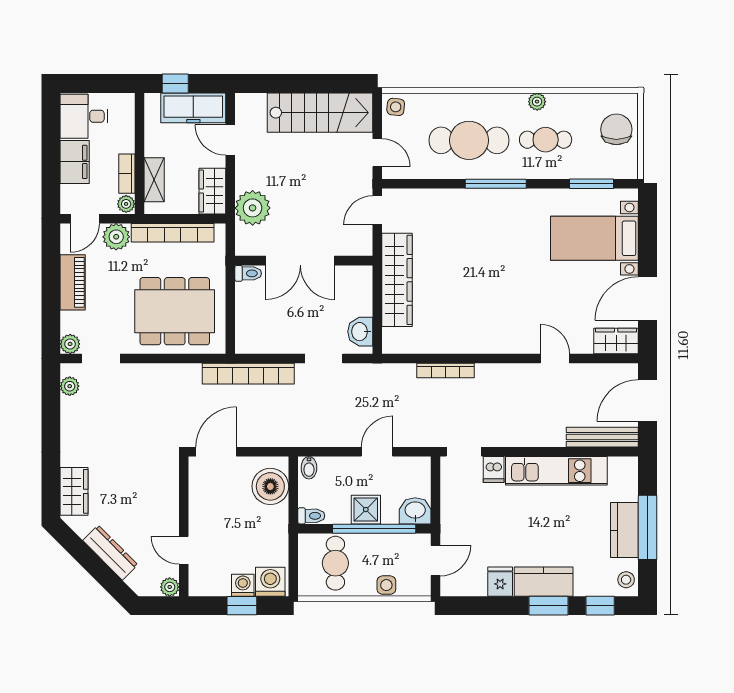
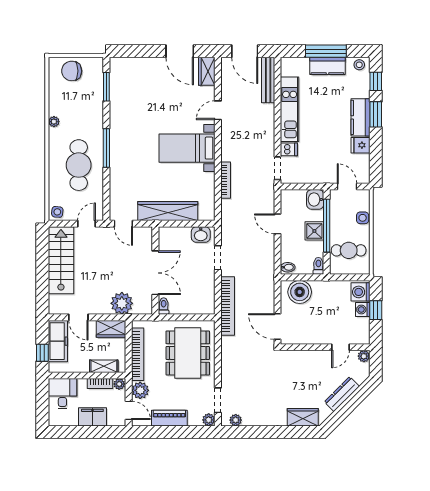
desk: (84, 116) -> (62, 394), moved, turned 180
door: (230, 140) -> (78, 317), hinge flipped
cafe table: (546, 140) -> (78, 116), removed
bed with nightstands: (594, 238) -> (187, 148), moved, turned 90

